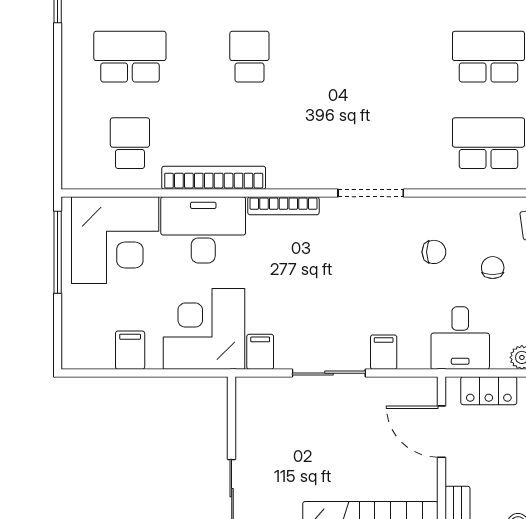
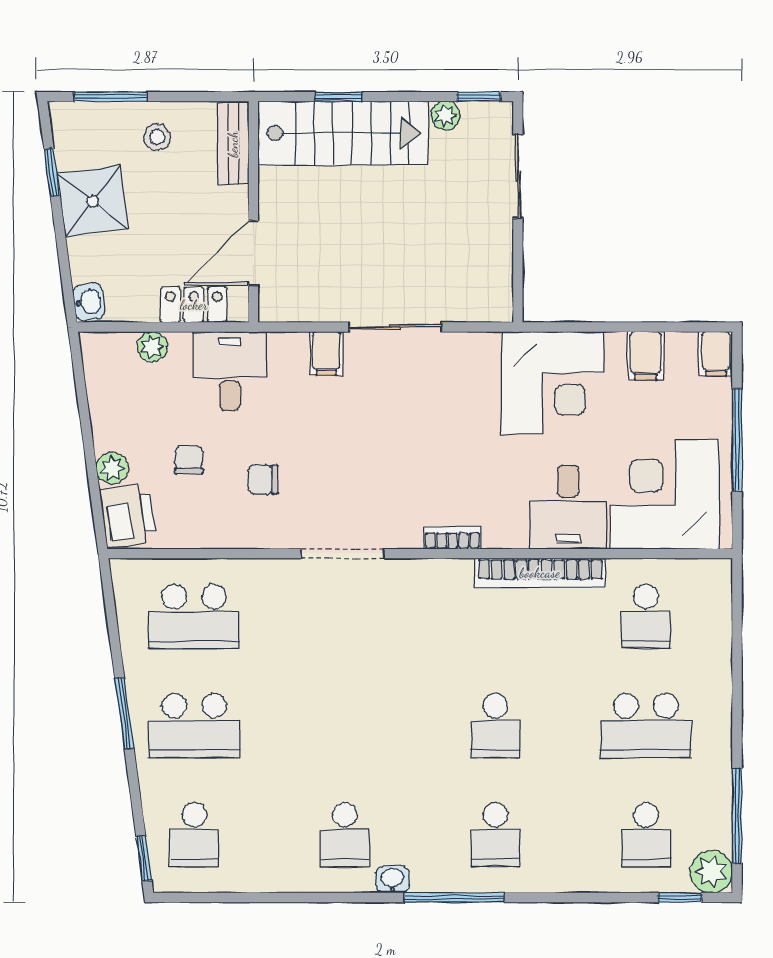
bookcase: (283, 206) -> (453, 538), width x0.64
desk: (203, 230) -> (568, 507), width x0.73
window: (58, 252) -> (737, 440), moved
chair: (493, 268) -> (189, 460), turned 180
filing cabinet: (260, 352) -> (716, 354), moved
door: (441, 432) -> (253, 253), swing flipped

